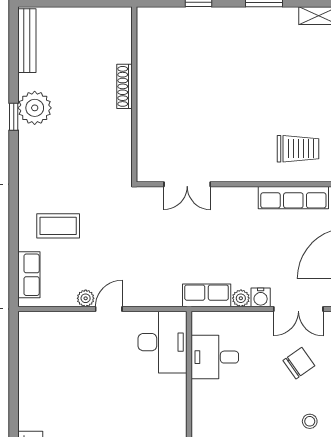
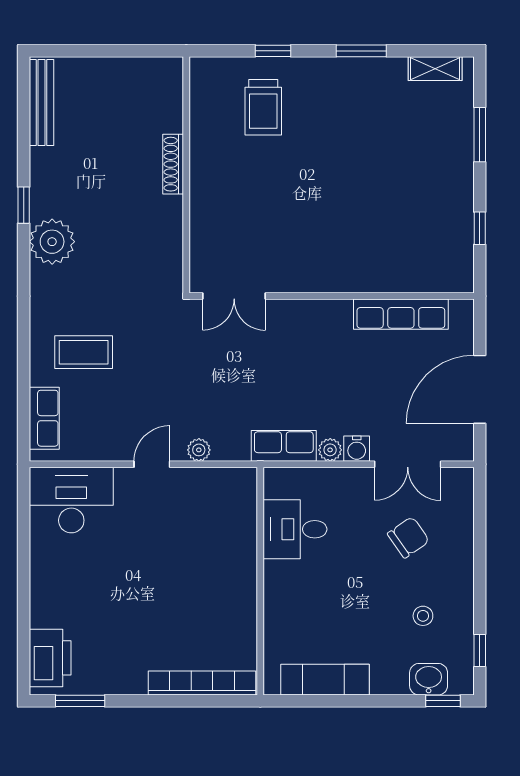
plant: (35, 108) -> (52, 242), moved
trolley: (298, 149) -> (263, 107), moved, turned 90
double door: (187, 184) -> (234, 296), moved
plant: (86, 298) -> (199, 450), moved
desk: (163, 342) -> (71, 500), moved, turned -90

